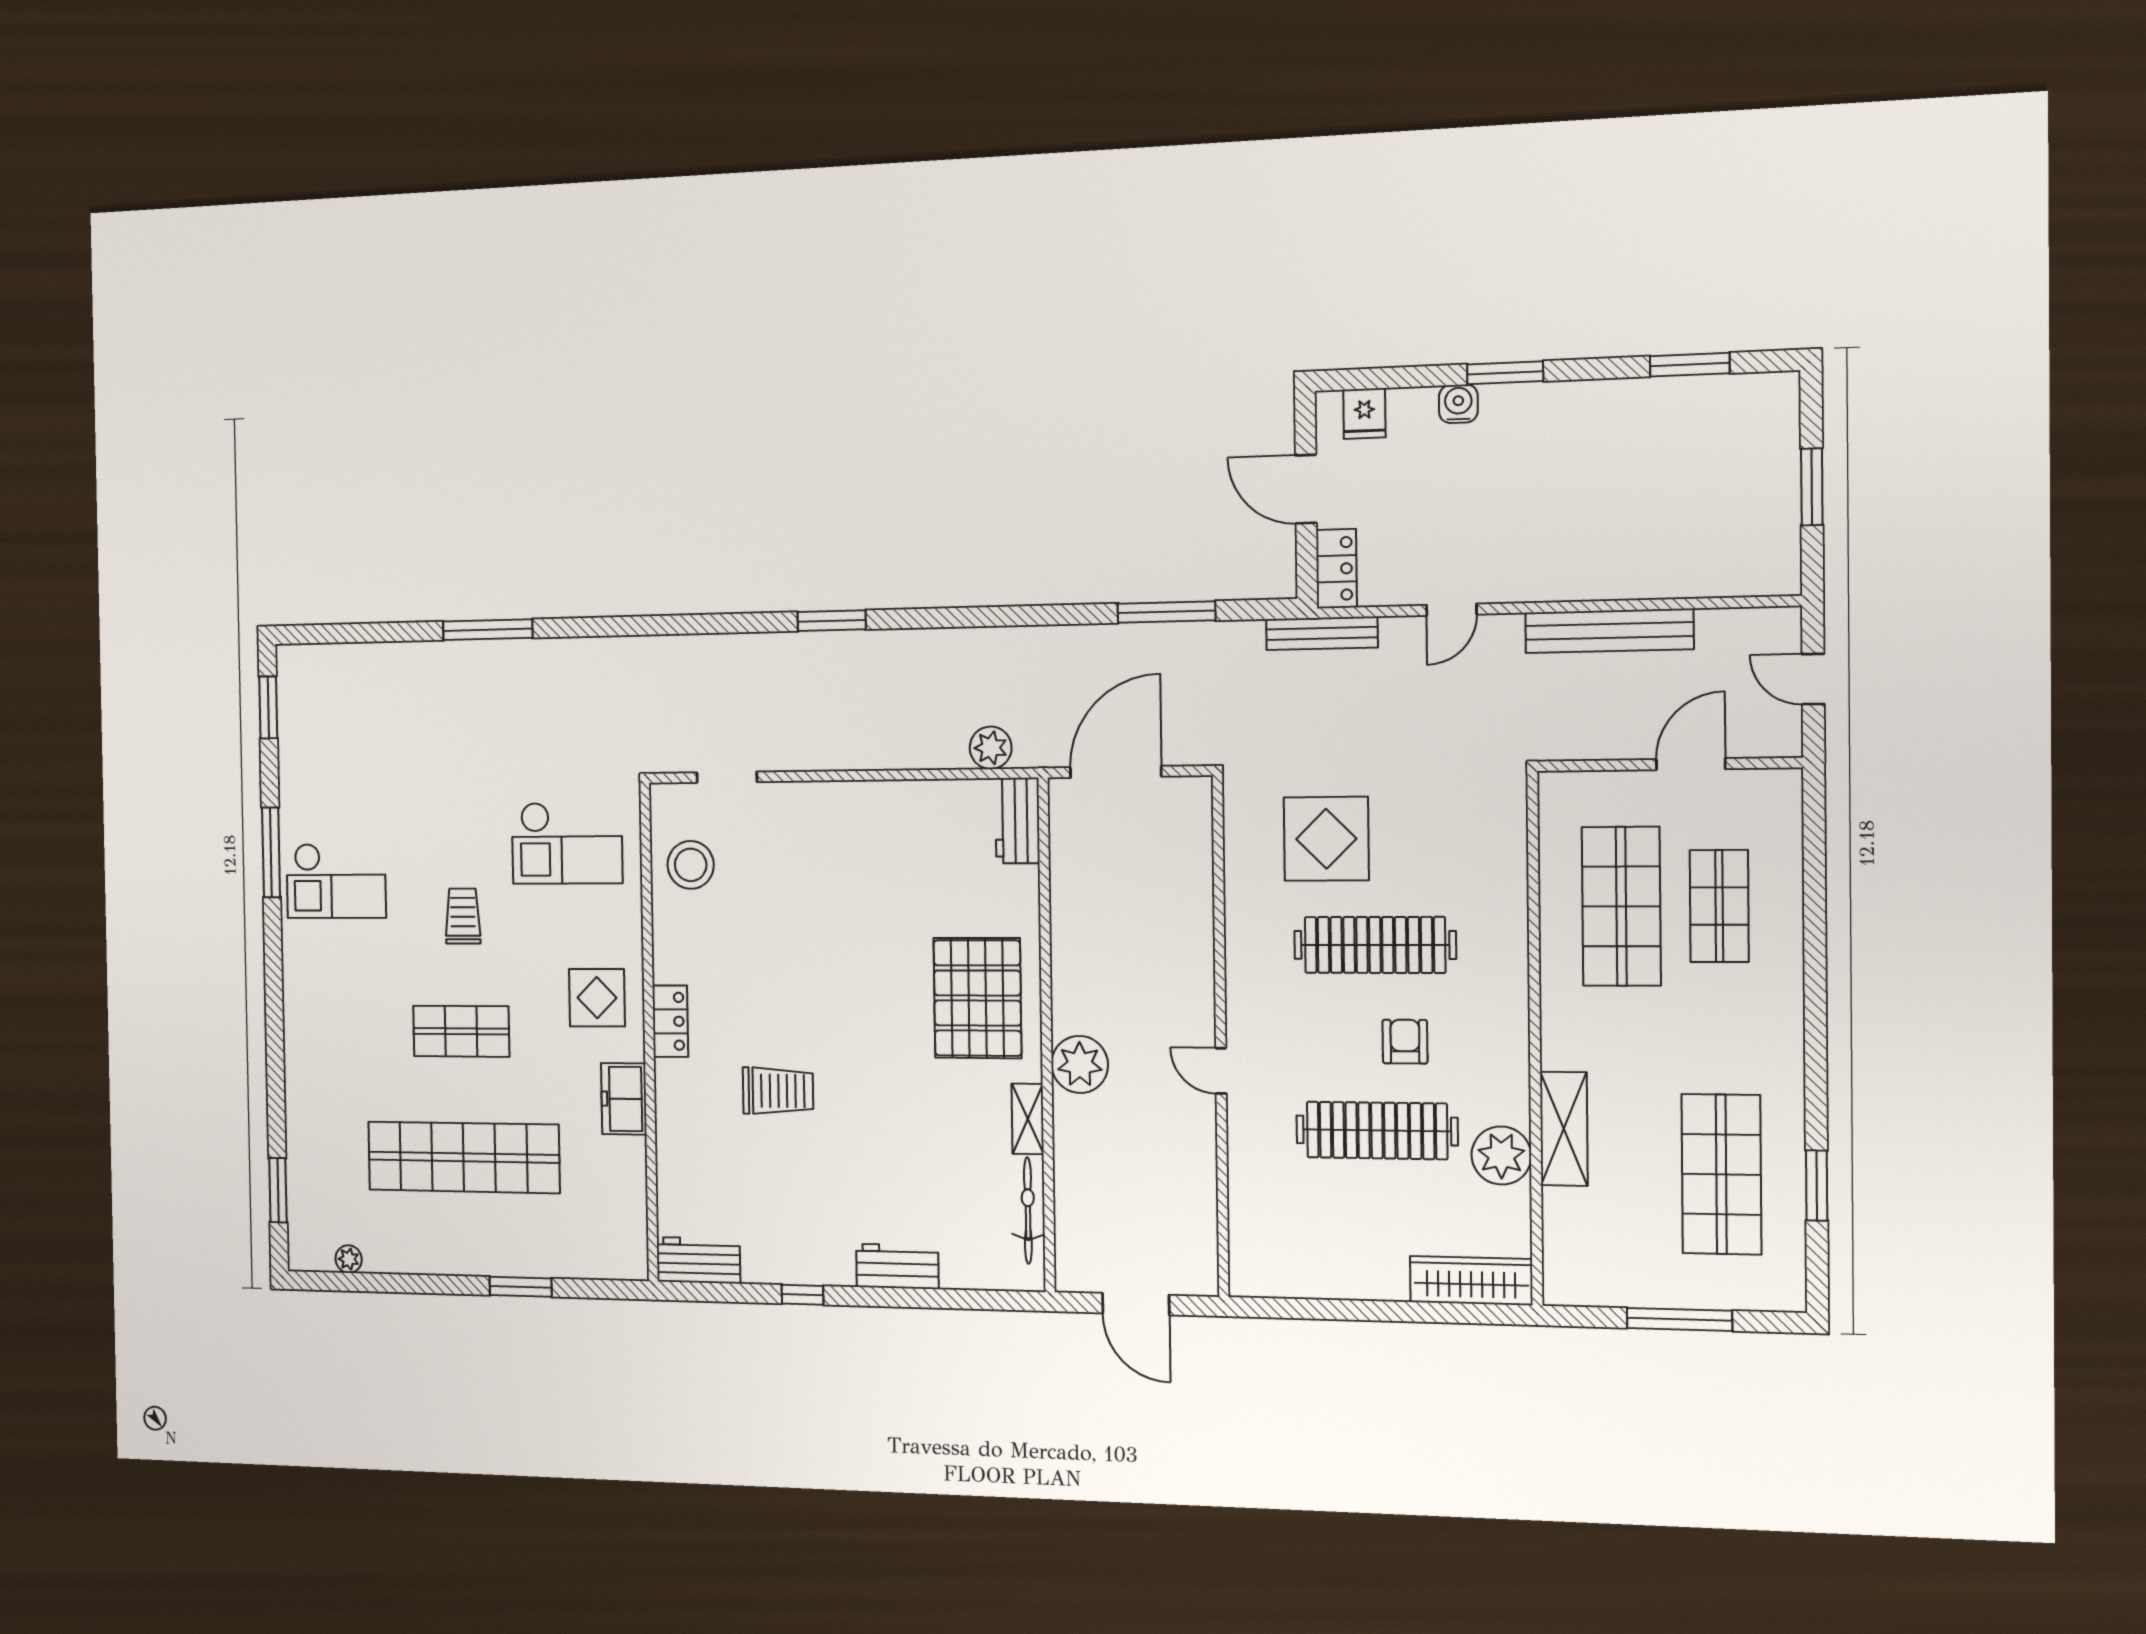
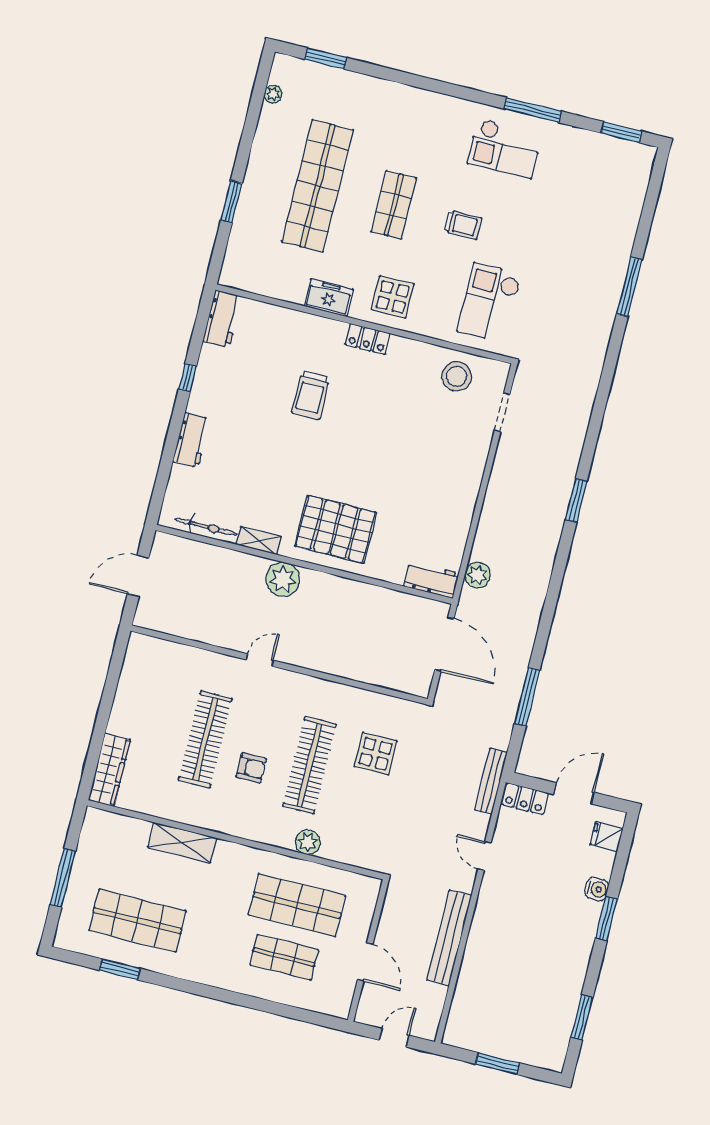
display table: (1326, 839) -> (376, 754), width x0.73, depth x0.73
checkout: (336, 881) -> (505, 148), turned -90
plant: (1501, 1155) -> (308, 842), moved, width x0.73, depth x0.73

